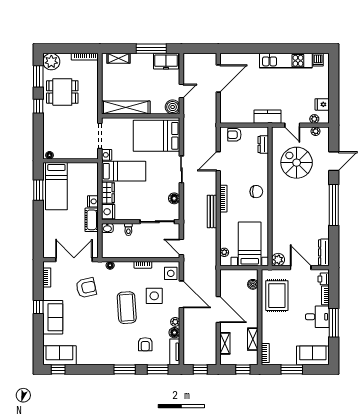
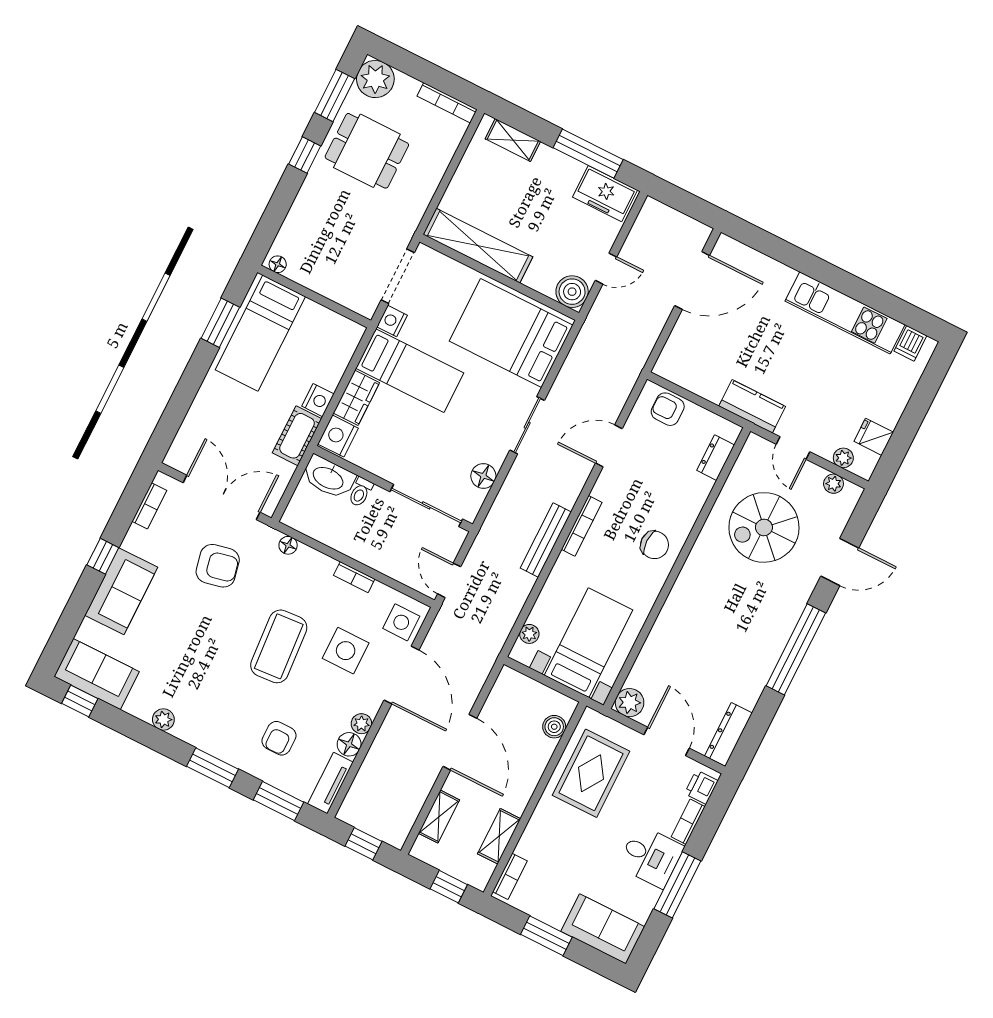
spiral stairs: (297, 163) -> (764, 527), turned -90
washbasin: (107, 228) -> (328, 477), width x1.91, depth x1.45
plant: (95, 360) -> (163, 720), added

